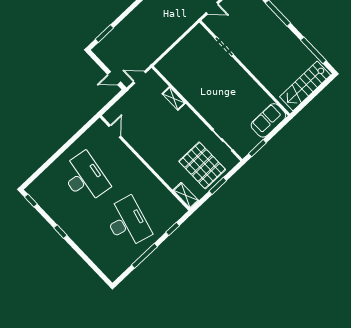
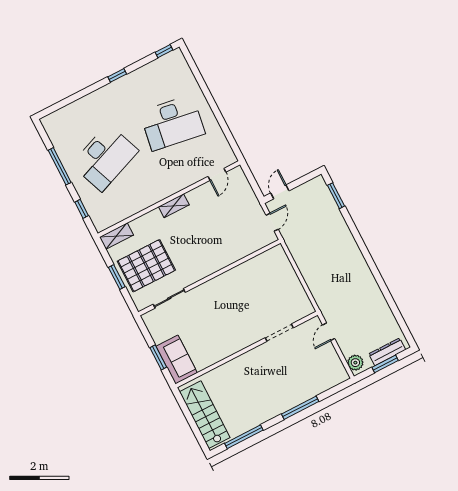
shelving: (174, 98) -> (174, 206), moved
door: (115, 131) -> (217, 174), hinge flipped
window: (257, 148) -> (158, 357), moved
desk: (127, 222) -> (105, 158), turned -36

